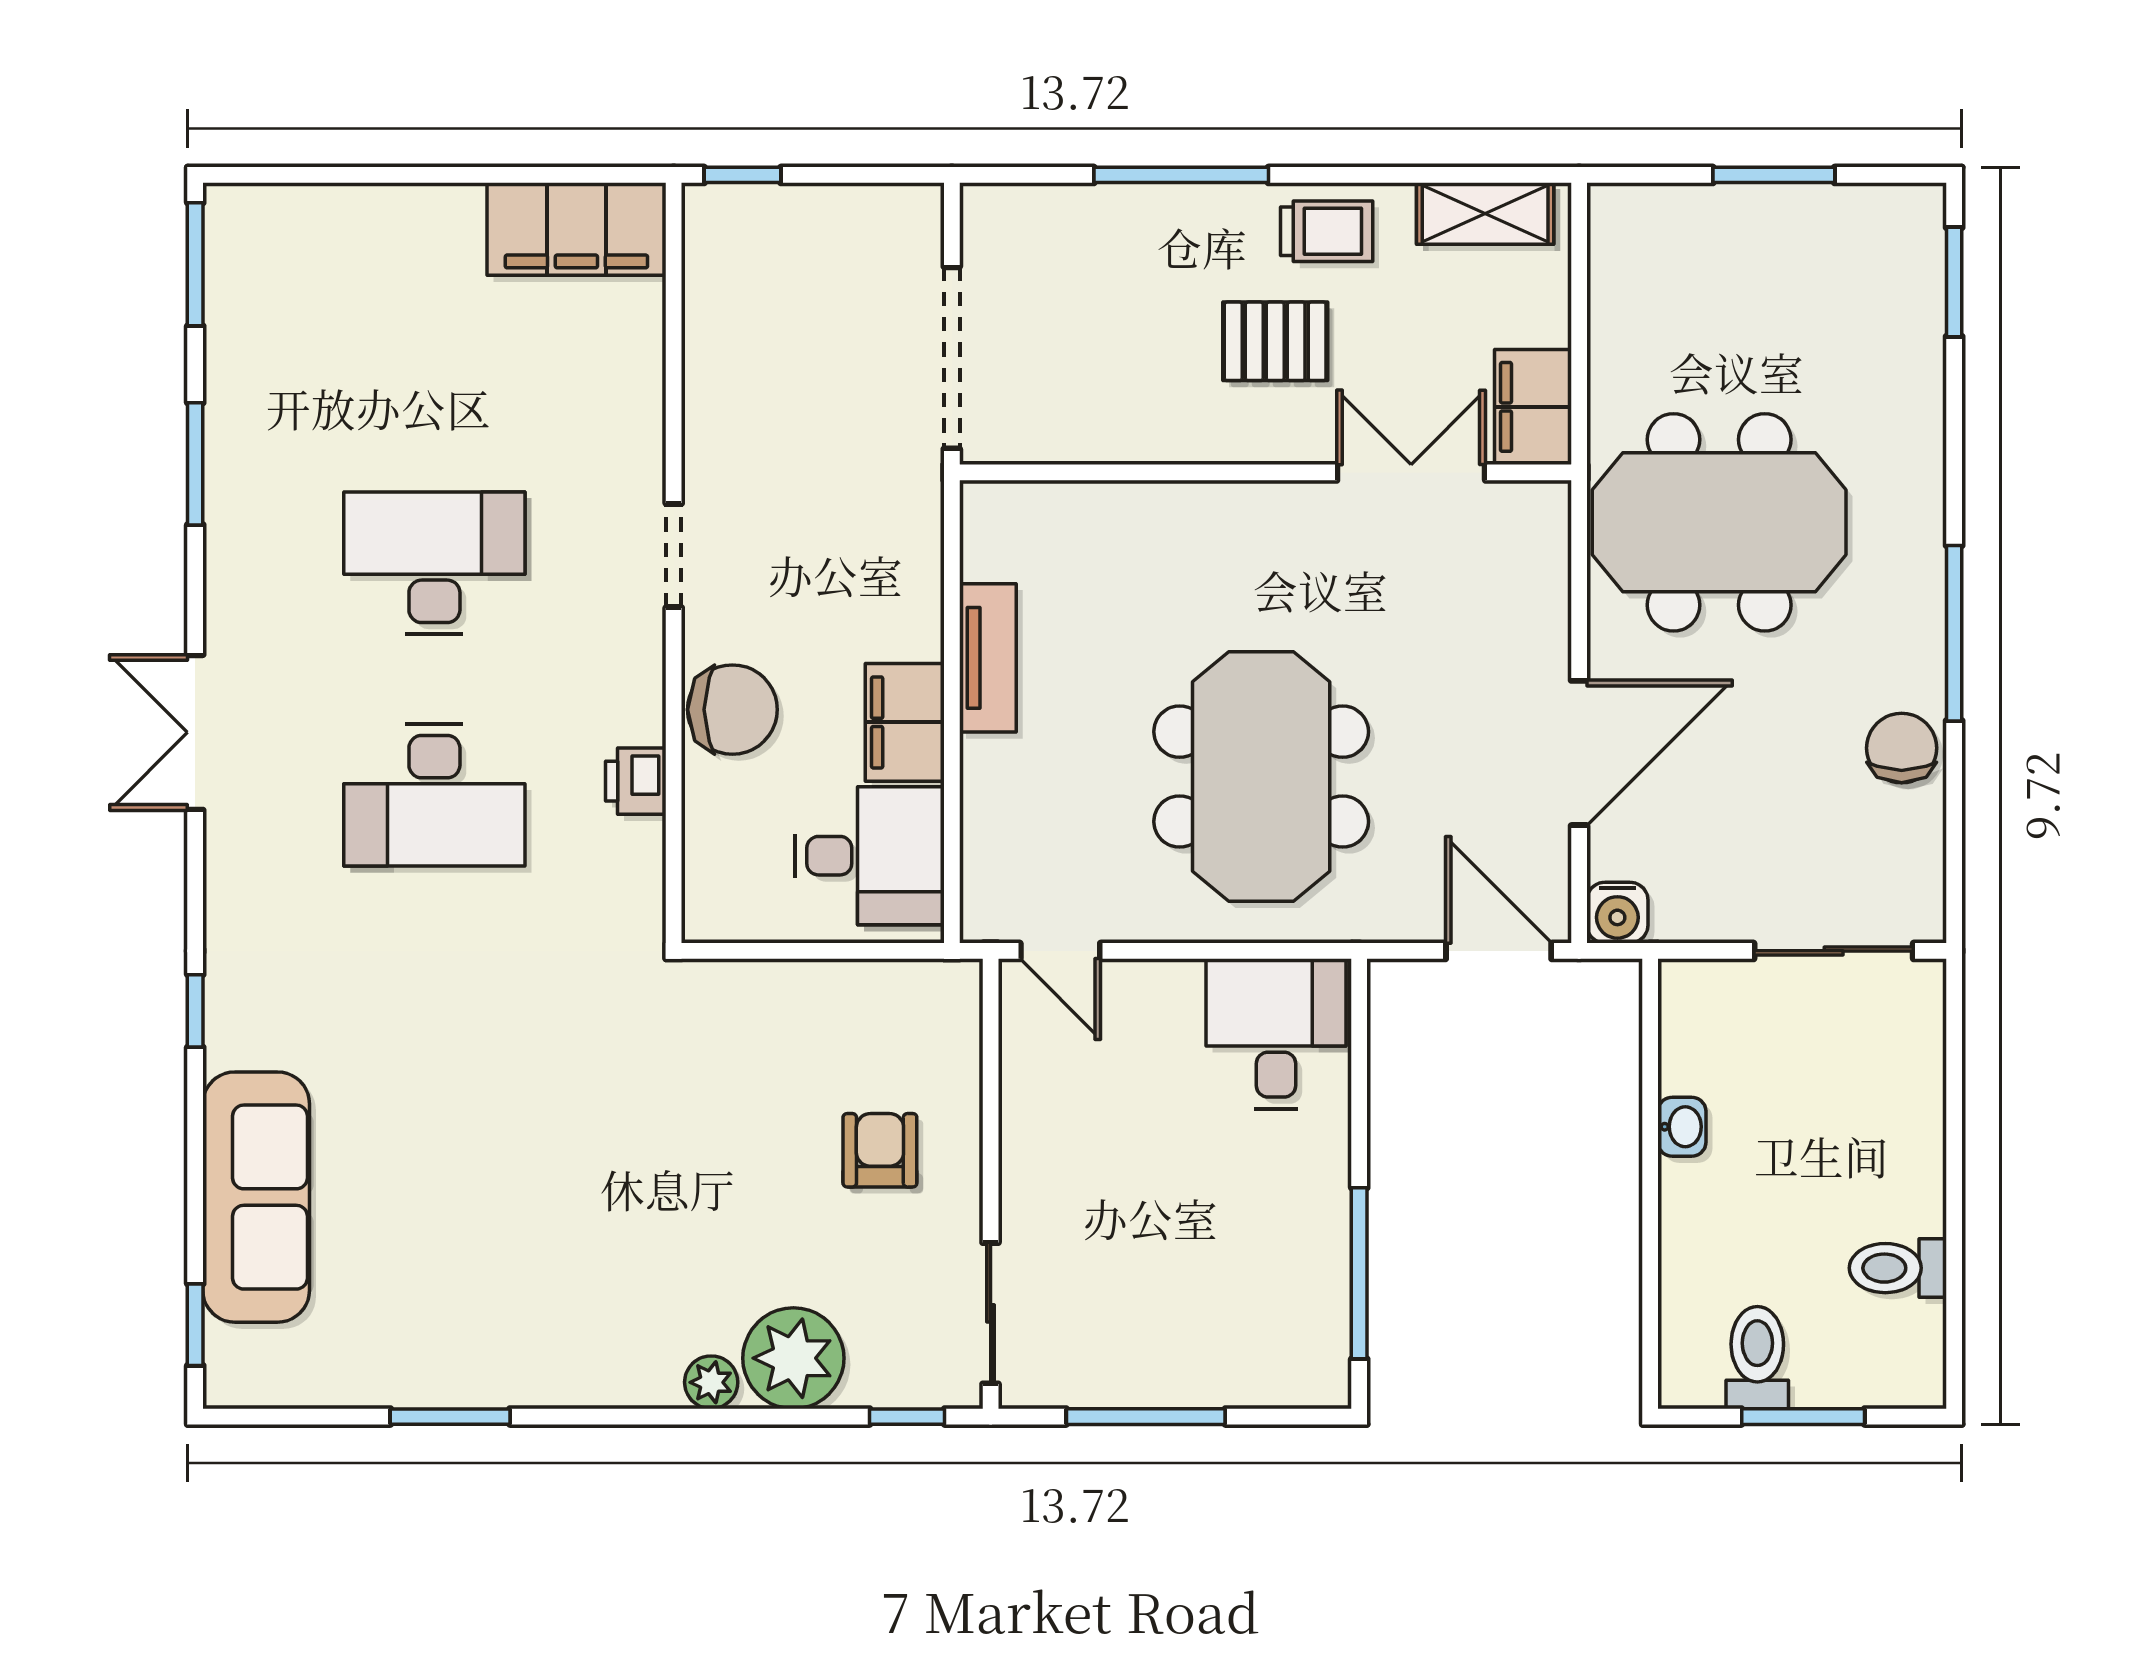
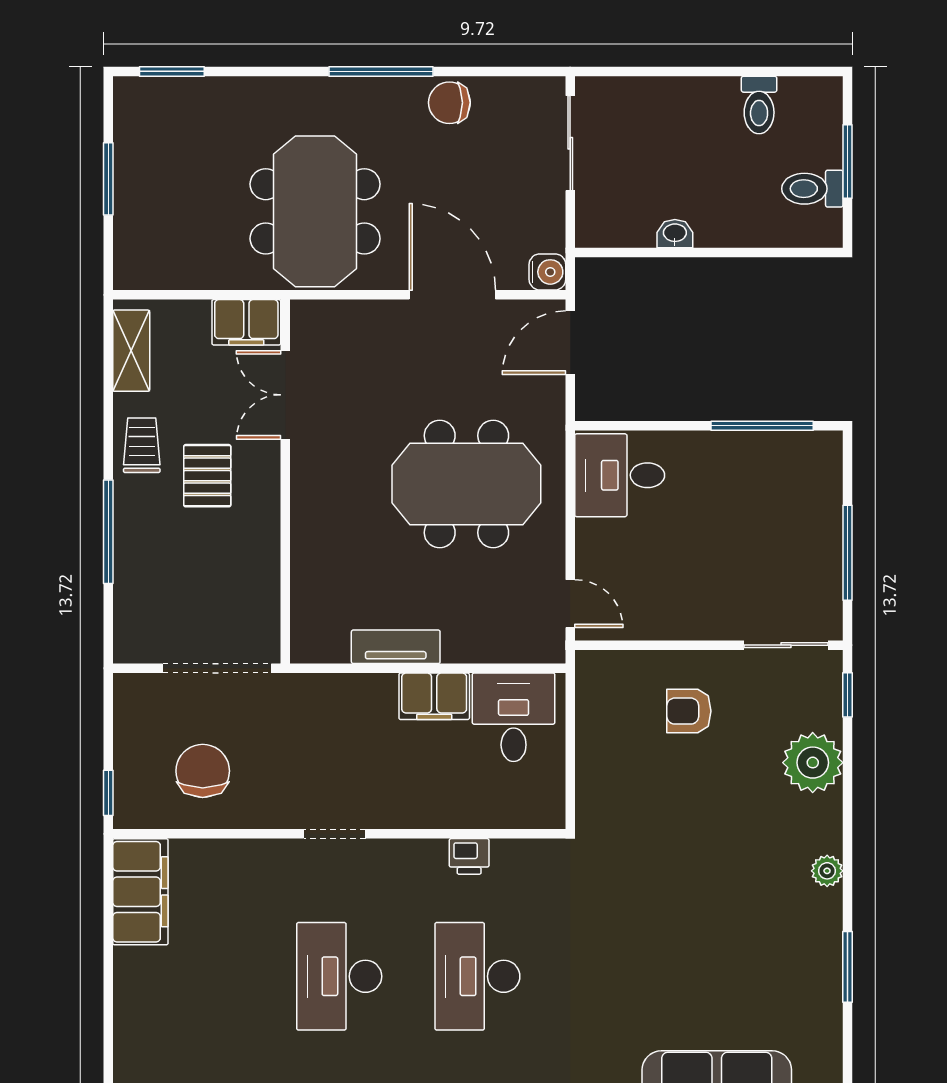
chair: (732, 710) -> (203, 771), moved
desk: (434, 795) -> (477, 976), turned 180
door: (1060, 951) -> (570, 604), hinge flipped
plant: (711, 1382) -> (827, 871), moved

